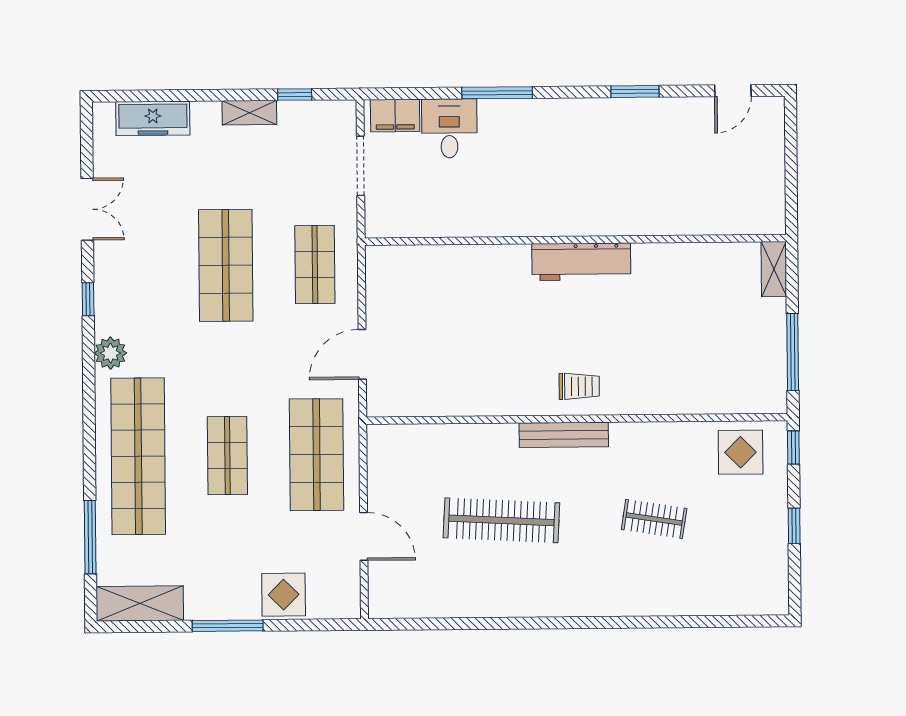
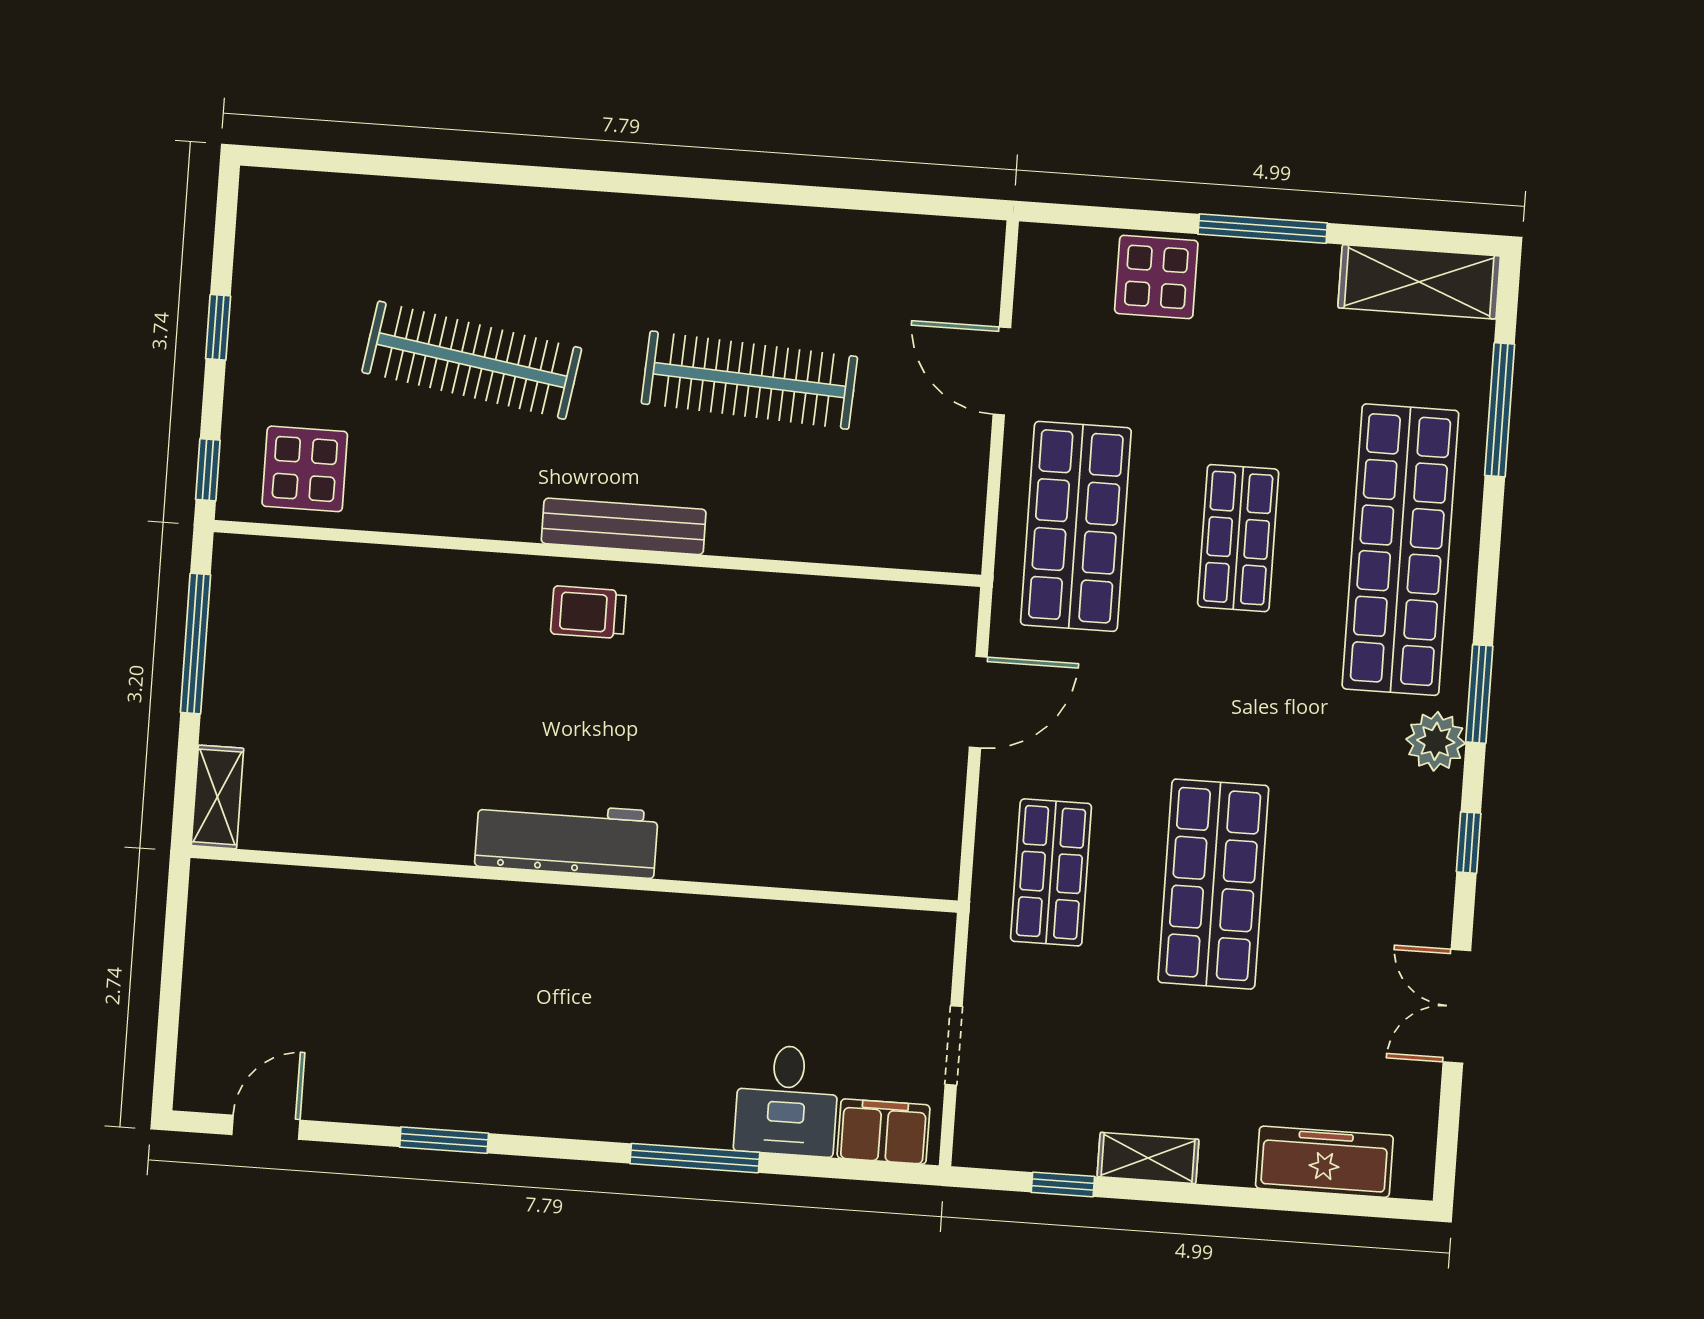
doorway: (361, 166) -> (954, 1045), width x0.73
window: (89, 381) -> (1479, 694), added
clothes rail: (654, 519) -> (472, 360), width x1.86, depth x1.31

